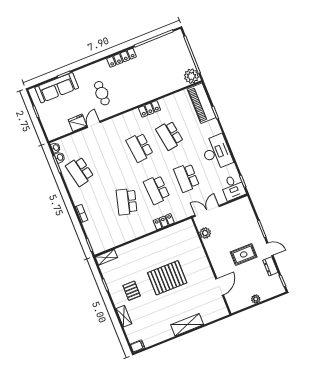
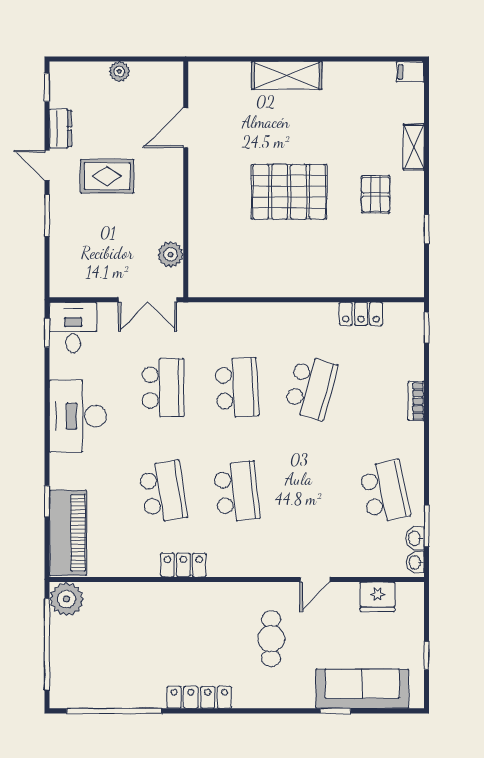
fridge: (78, 123) -> (378, 597), moved
locker: (164, 222) -> (361, 314), moved
shelving: (106, 257) -> (401, 287), removed

